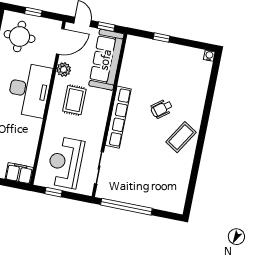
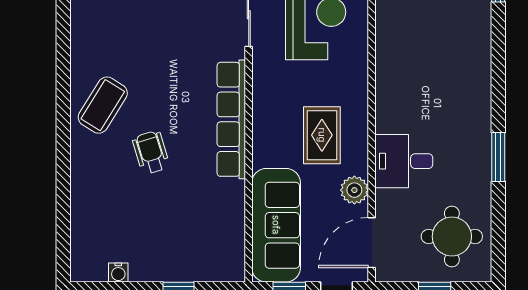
water cooler: (209, 56) -> (118, 273), moved
desk: (29, 90) -> (404, 161), width x0.53, depth x0.77
wheelchair: (162, 109) -> (151, 152), turned -69

